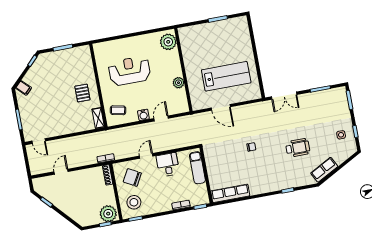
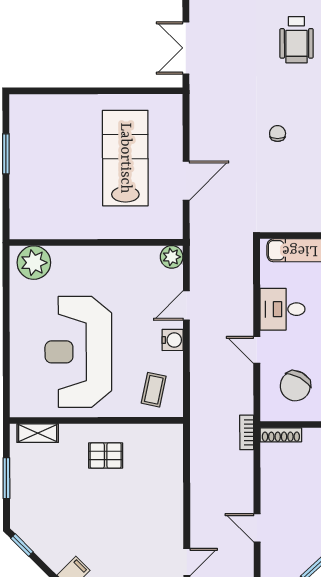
reception desk: (130, 71) -> (78, 352), width x1.36, depth x1.30
plant: (178, 83) -> (172, 257), moved
double door: (284, 96) -> (186, 48), swing flipped
shelving: (98, 118) -> (38, 433), moved
door: (161, 118) -> (186, 305), hinge flipped
wheelchair: (298, 148) -> (297, 40), turned 180

